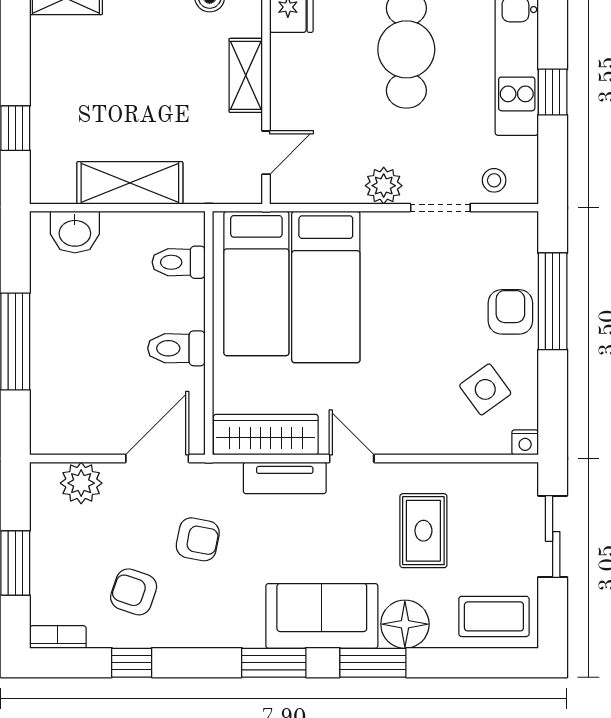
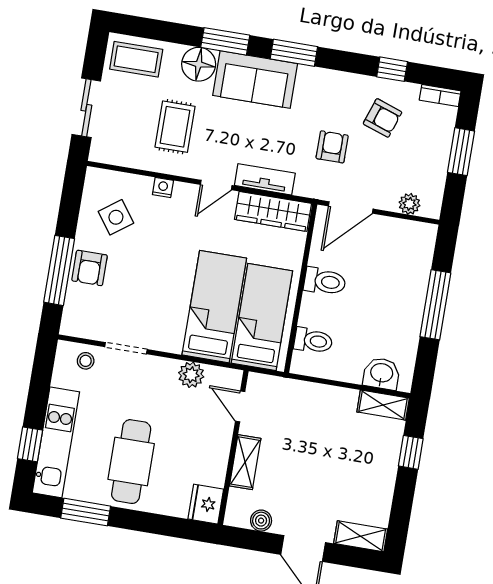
window: (553, 92) -> (30, 444), moved
door: (266, 153) -> (240, 406), hinge flipped
shelving: (130, 183) -> (383, 405), moved, width x0.67, depth x0.75
plant: (384, 186) -> (191, 375), moved
nightstand: (525, 442) -> (163, 187), moved
door: (352, 458) -> (216, 185), hinge flipped
plant: (81, 483) -> (409, 204), width x0.73, depth x0.73
armchair: (198, 539) -> (332, 147), turned 79

